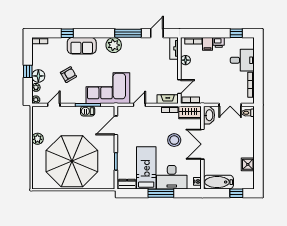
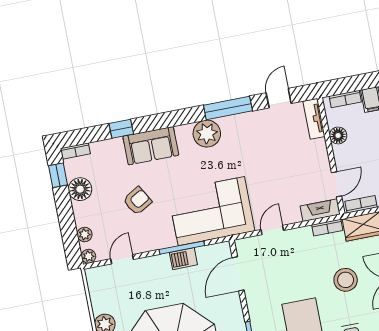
window: (28, 71) -> (58, 175), moved
floor lamp: (38, 76) -> (80, 189), moved

